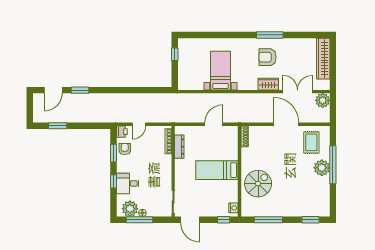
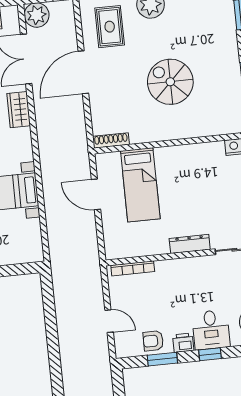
printer: (122, 132) -> (183, 343), moved
rug: (311, 142) -> (110, 27), turned 90
dresser: (179, 147) -> (190, 244), moved
bed: (217, 170) -> (140, 185), moved
spiral stairs: (258, 184) -> (170, 82), moved

